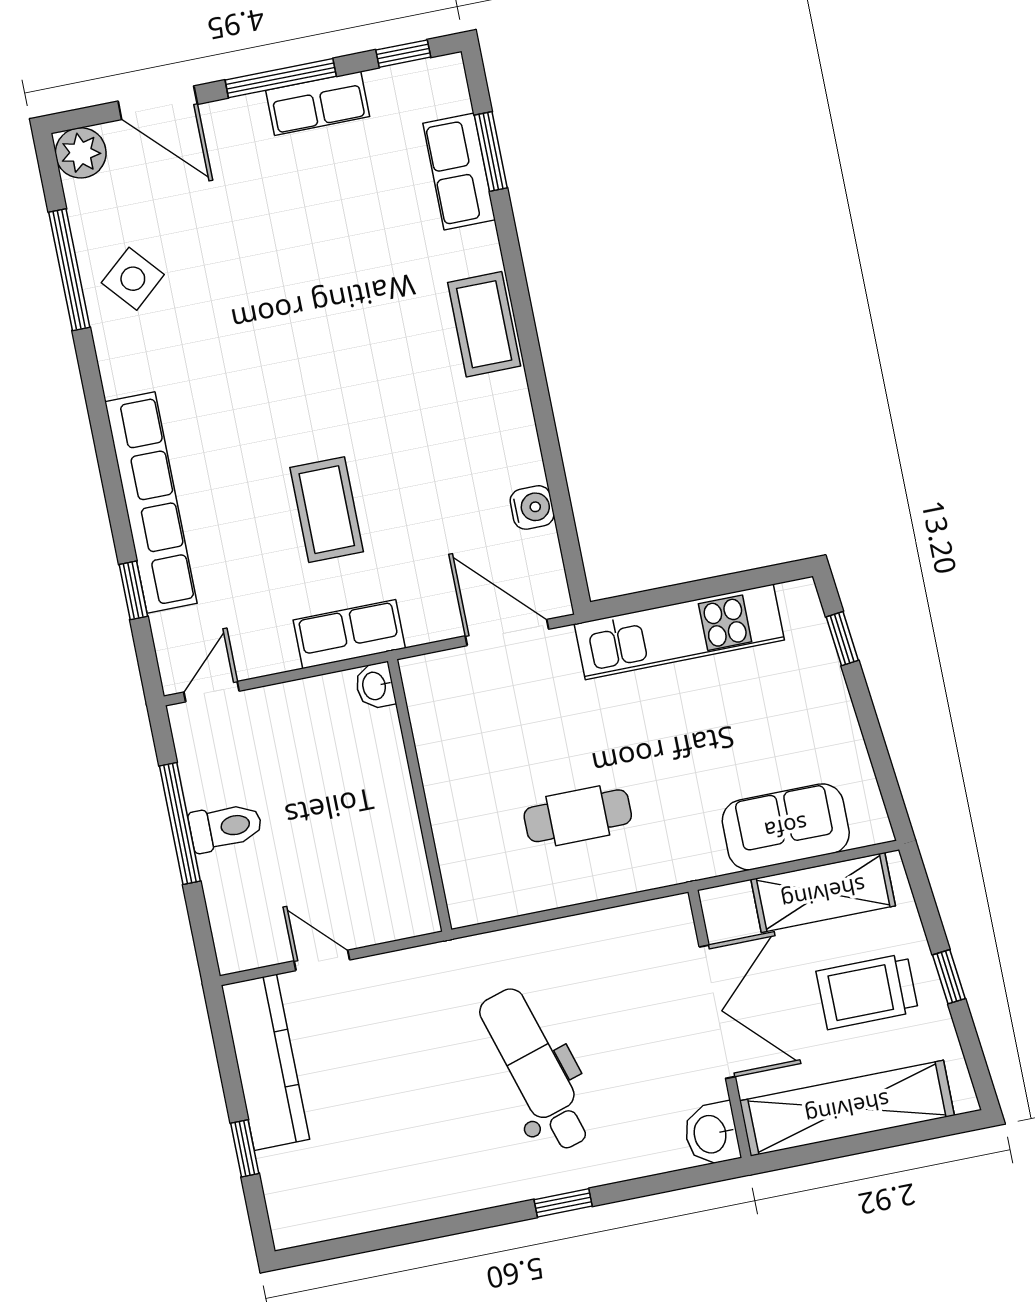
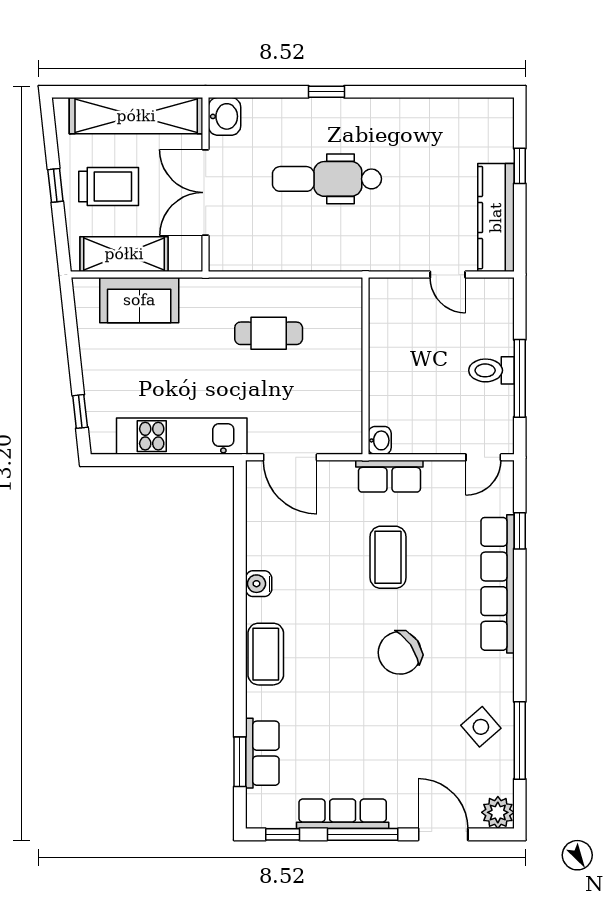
row of seats: (318, 103) -> (343, 814), width x1.48
chair: (279, 367) -> (400, 653), added
water cooler: (532, 507) -> (259, 584), moved
dental chair: (536, 1070) -> (327, 179), turned 107

